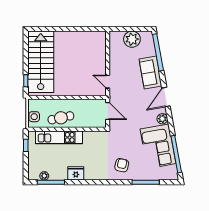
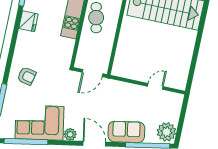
plant: (132, 39) -> (166, 132), moved
door: (108, 82) -> (155, 86), moved

